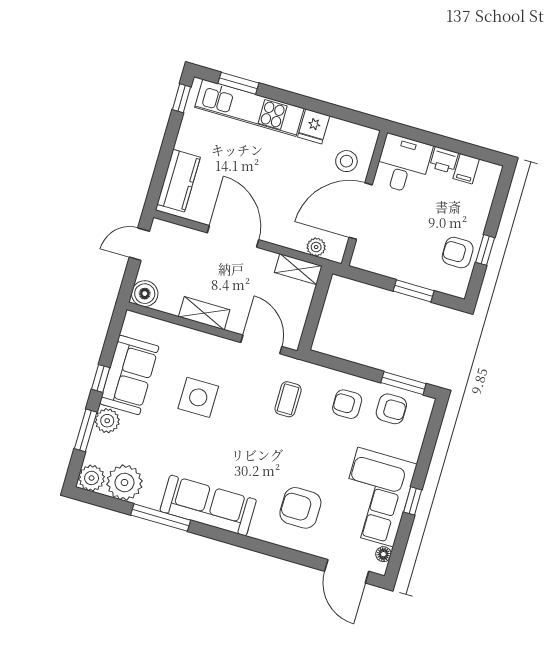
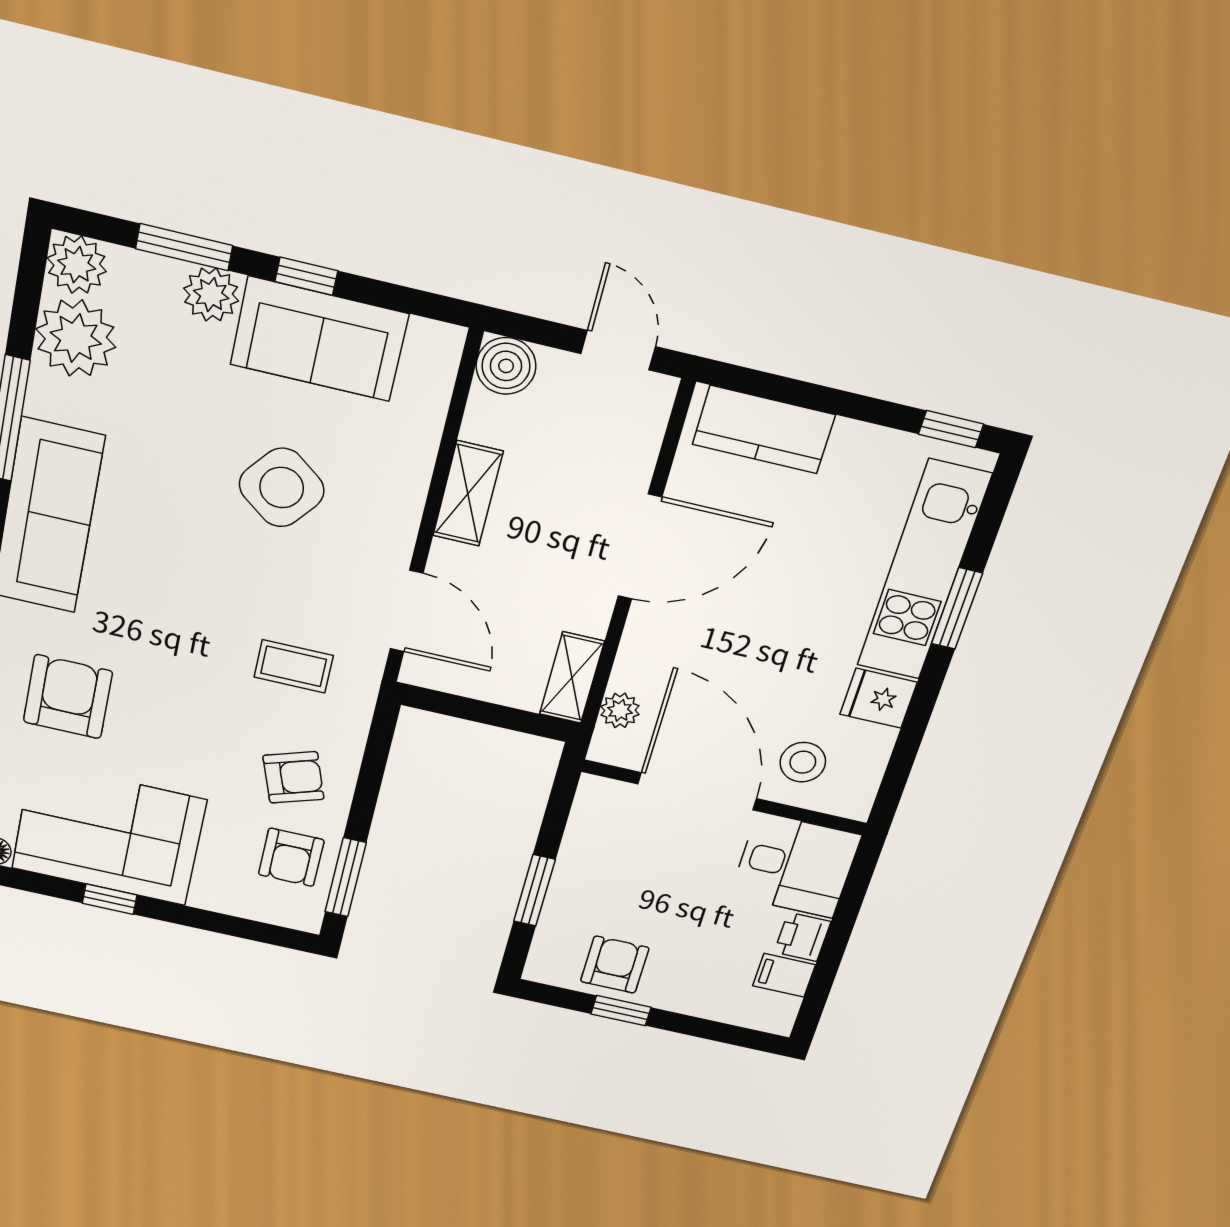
window: (238, 83) -> (957, 609), moved
door: (261, 344) -> (407, 611), hinge flipped
side table: (198, 397) -> (282, 488), turned 38
armchair: (347, 404) -> (294, 777), turned 71

